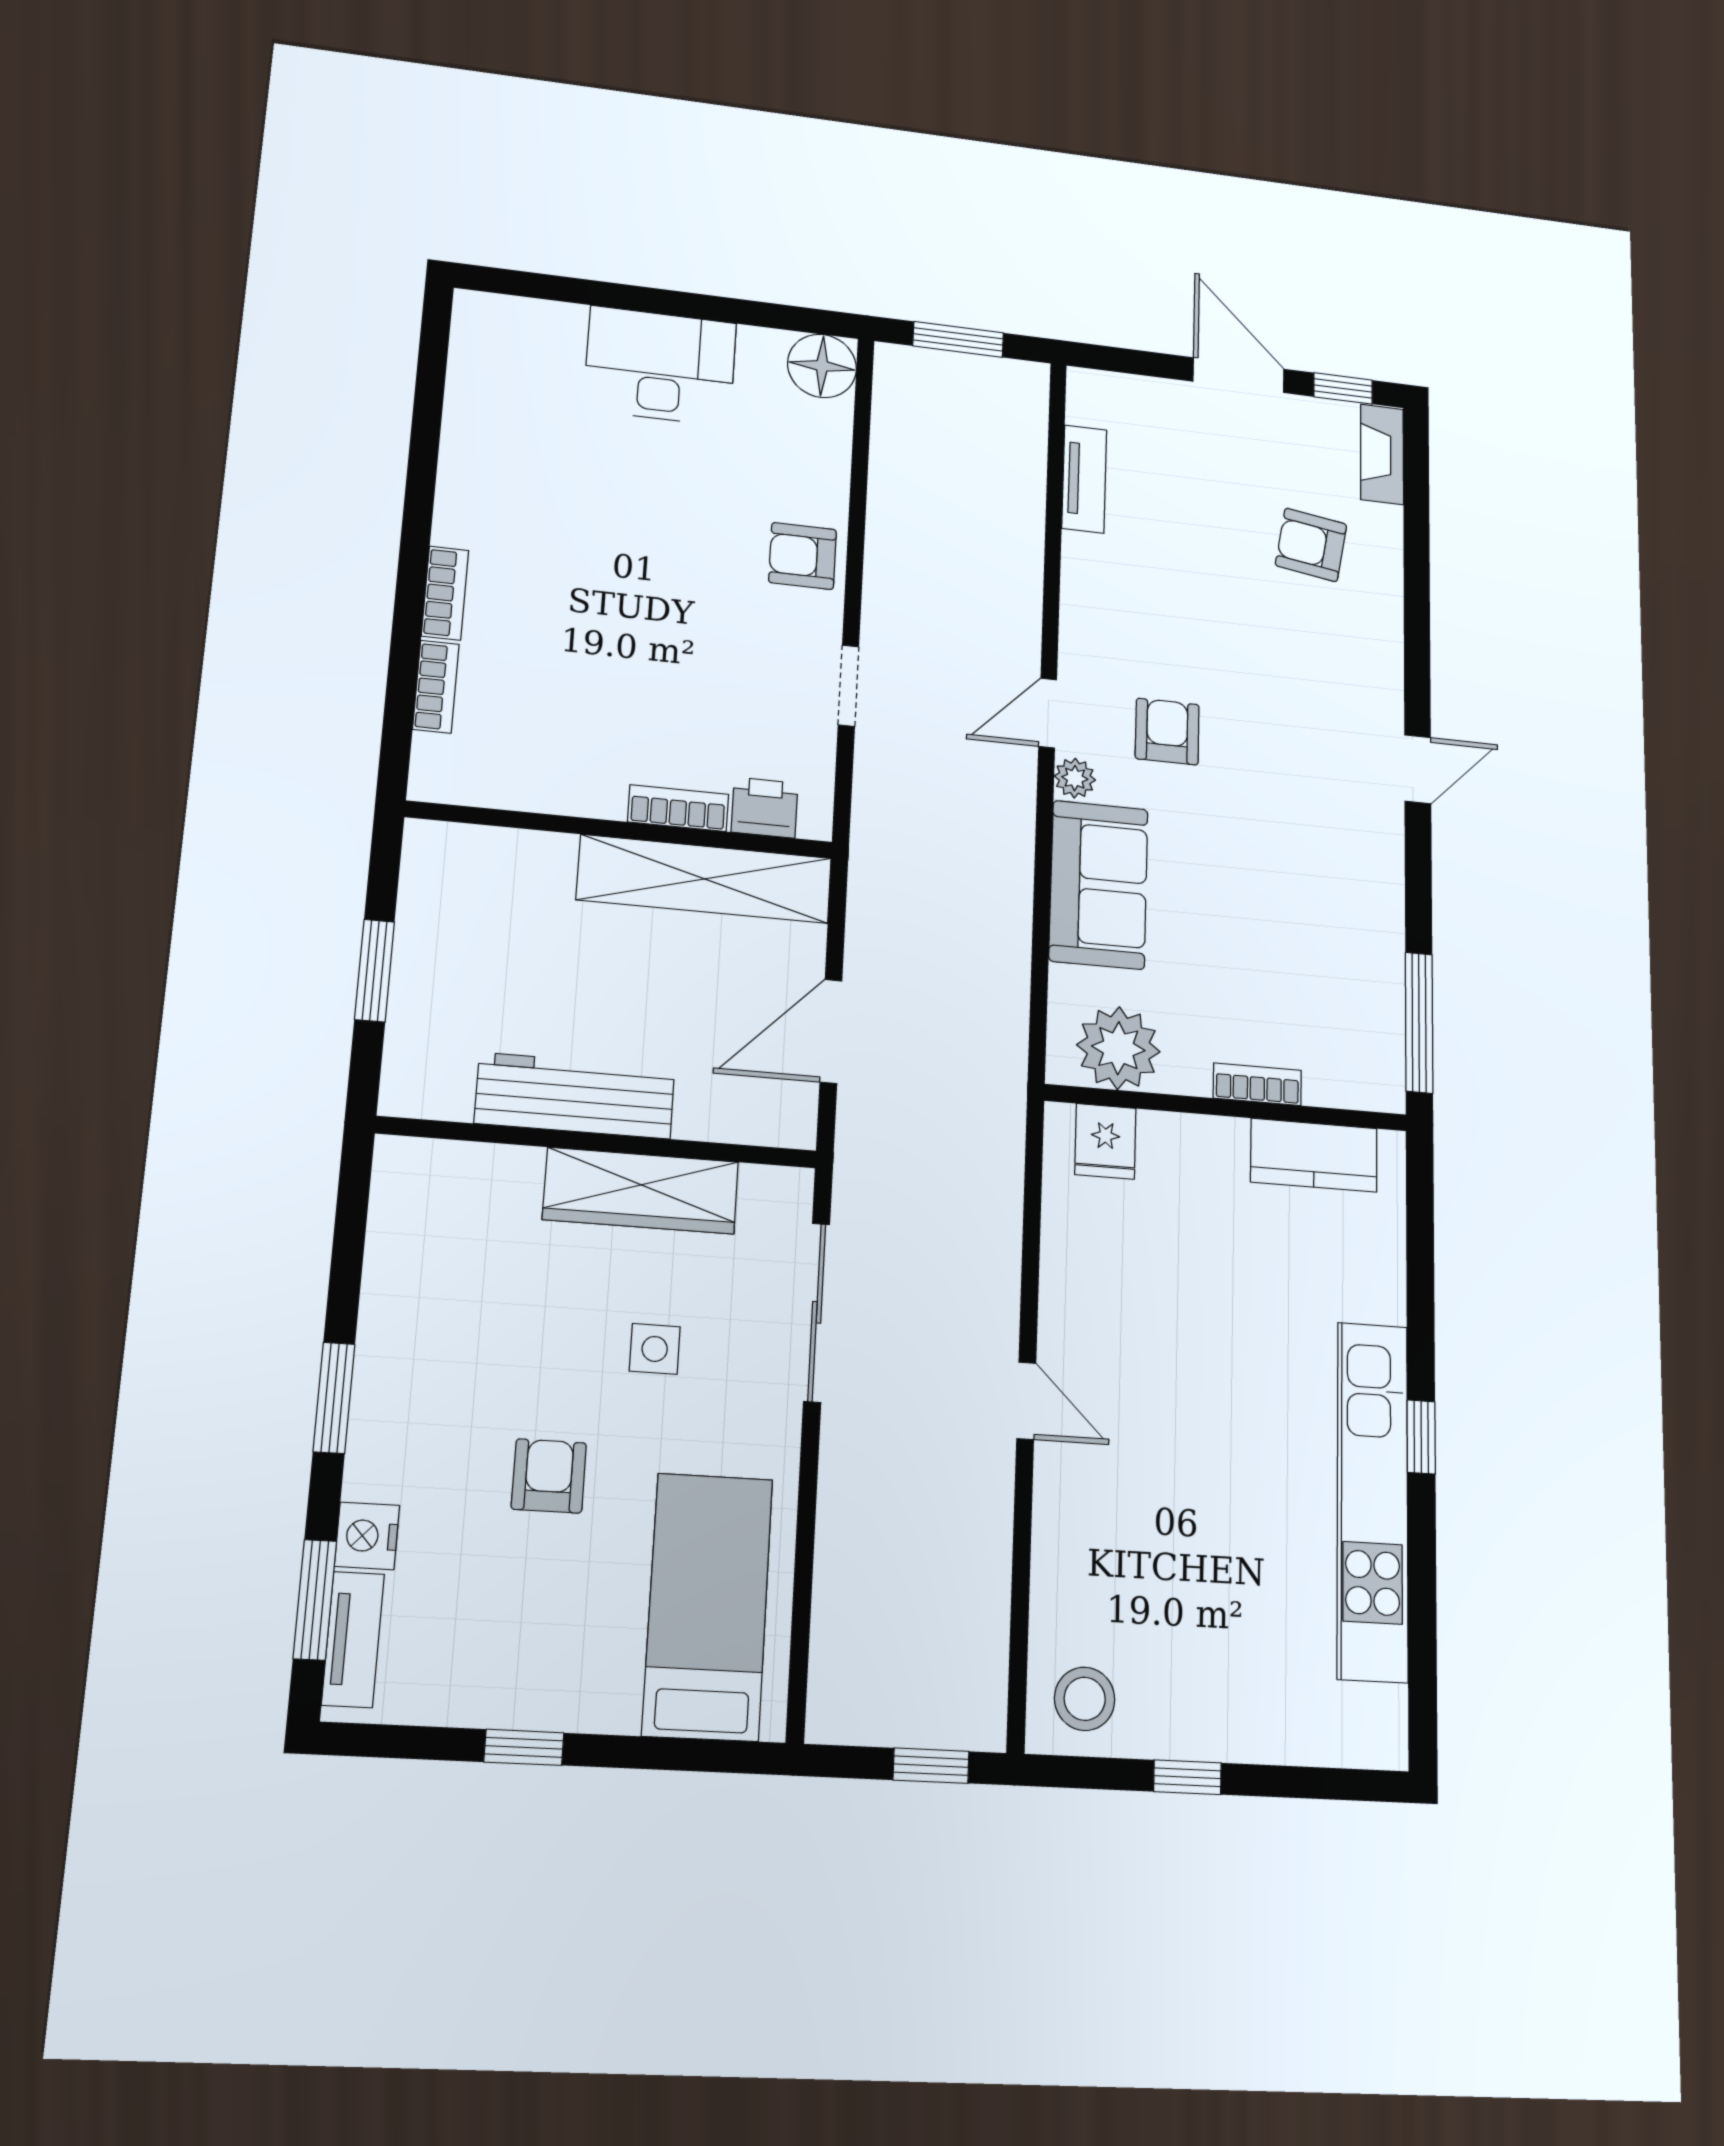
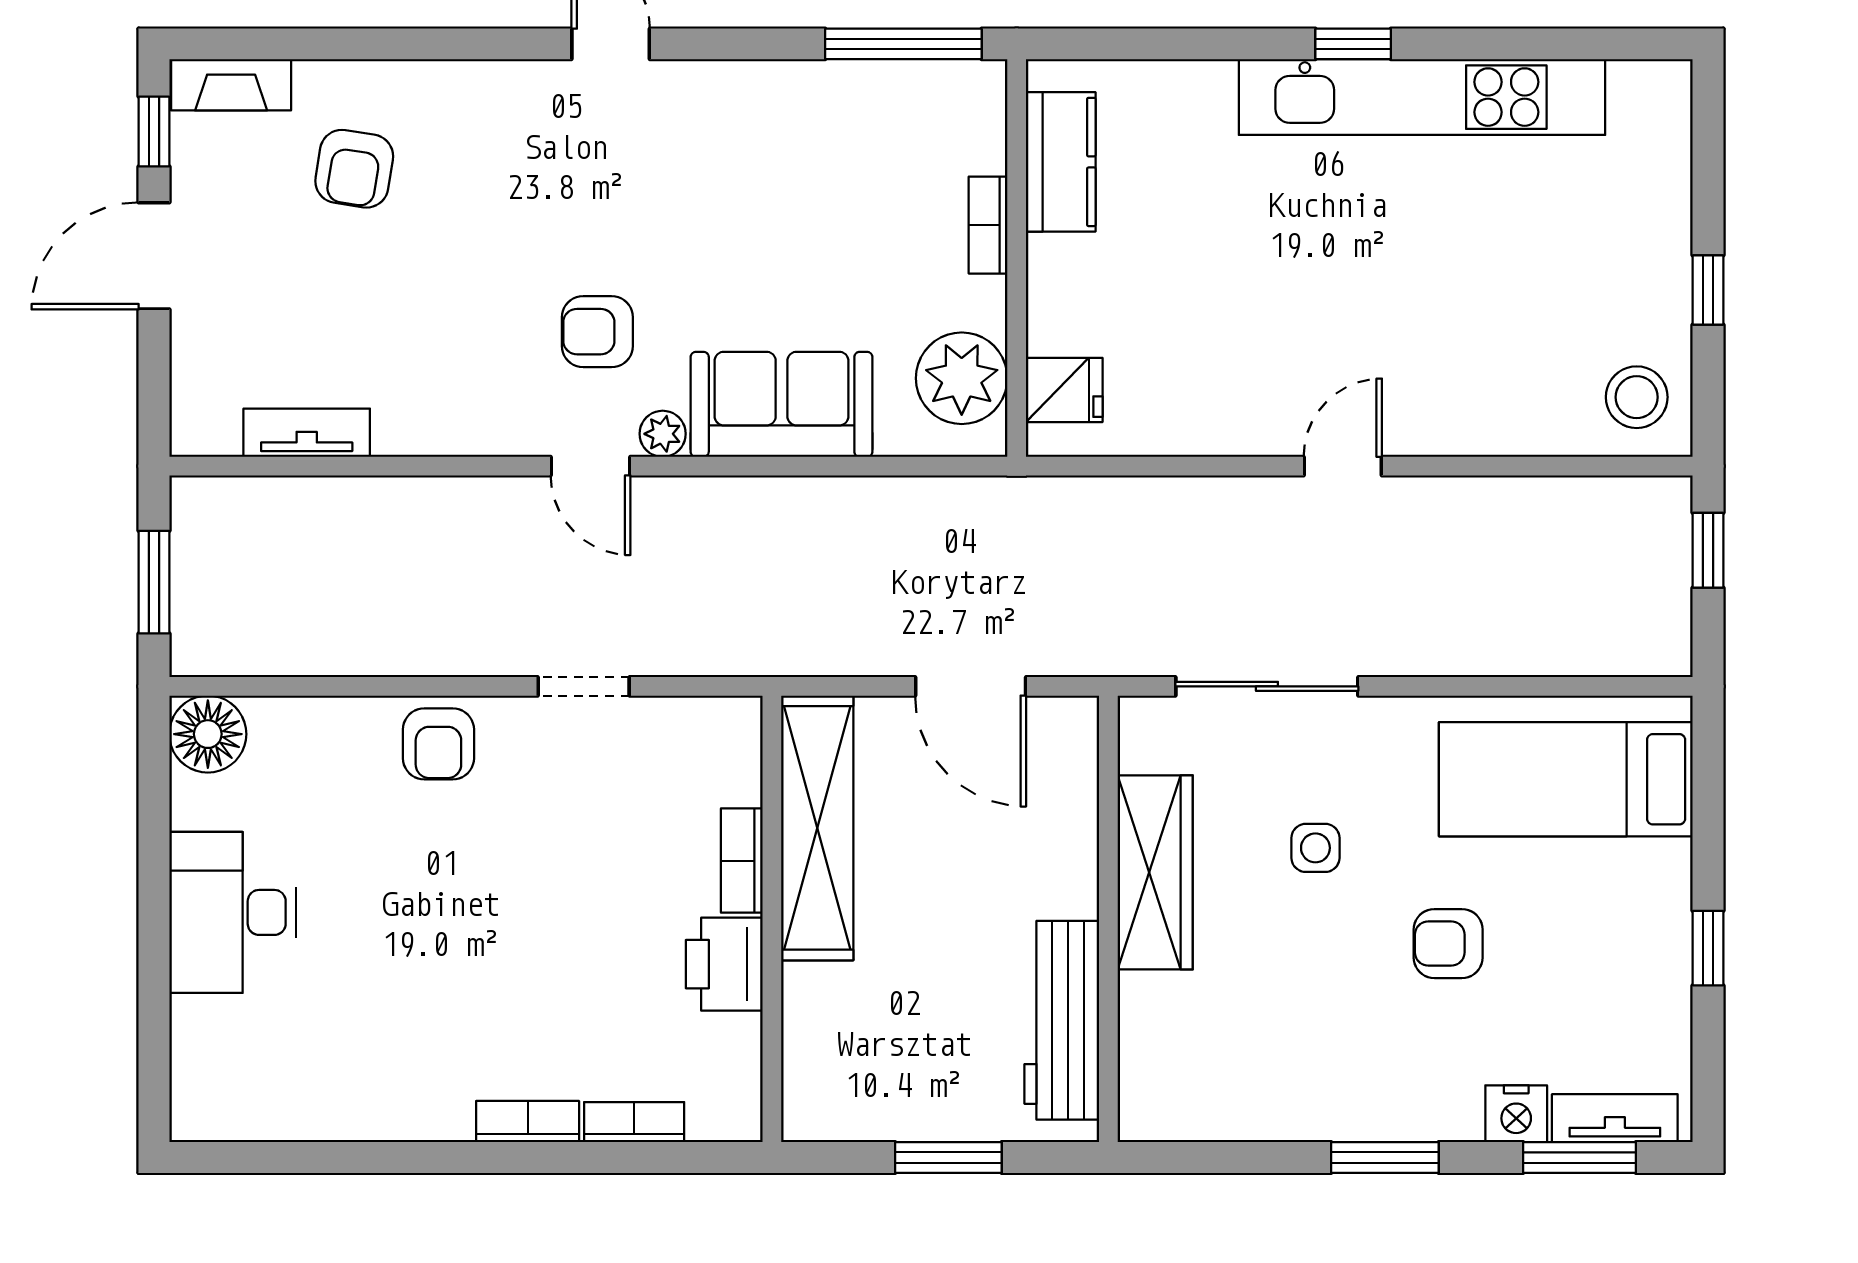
printer: (765, 808) -> (724, 964), moved, width x1.36, depth x1.24
workbench: (575, 1096) -> (1062, 1020), moved

